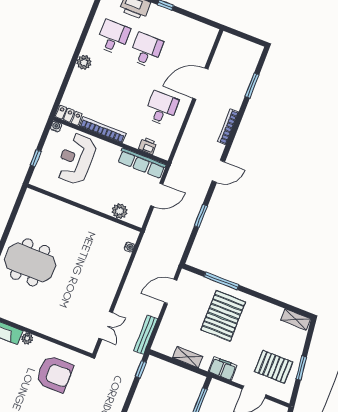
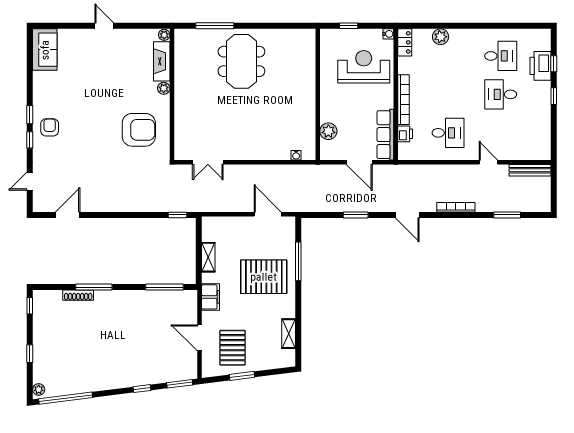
desk: (146, 50) -> (501, 94), turned 180
plant: (84, 62) -> (441, 37), moved
door: (200, 84) -> (488, 162), width x0.53
bookcase: (103, 130) -> (404, 100), moved
shelving: (296, 319) -> (289, 334), moved
bench: (146, 335) -> (530, 170), moved
armchair: (54, 374) -> (139, 130), turned -90

